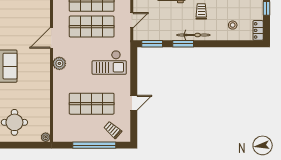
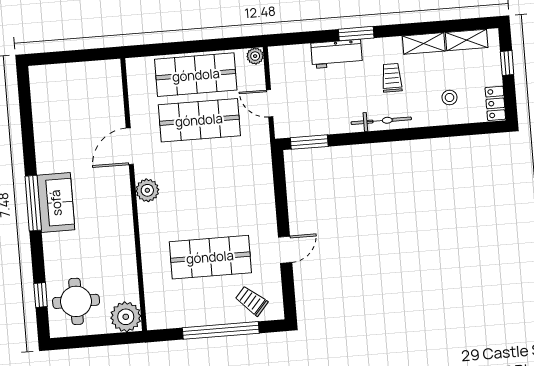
door: (132, 20) -> (270, 103), swing flipped
window: (183, 44) -> (364, 138), removed
checkout: (109, 62) -> (236, 182), removed
plant: (46, 137) -> (126, 317), width x1.87, depth x1.87

